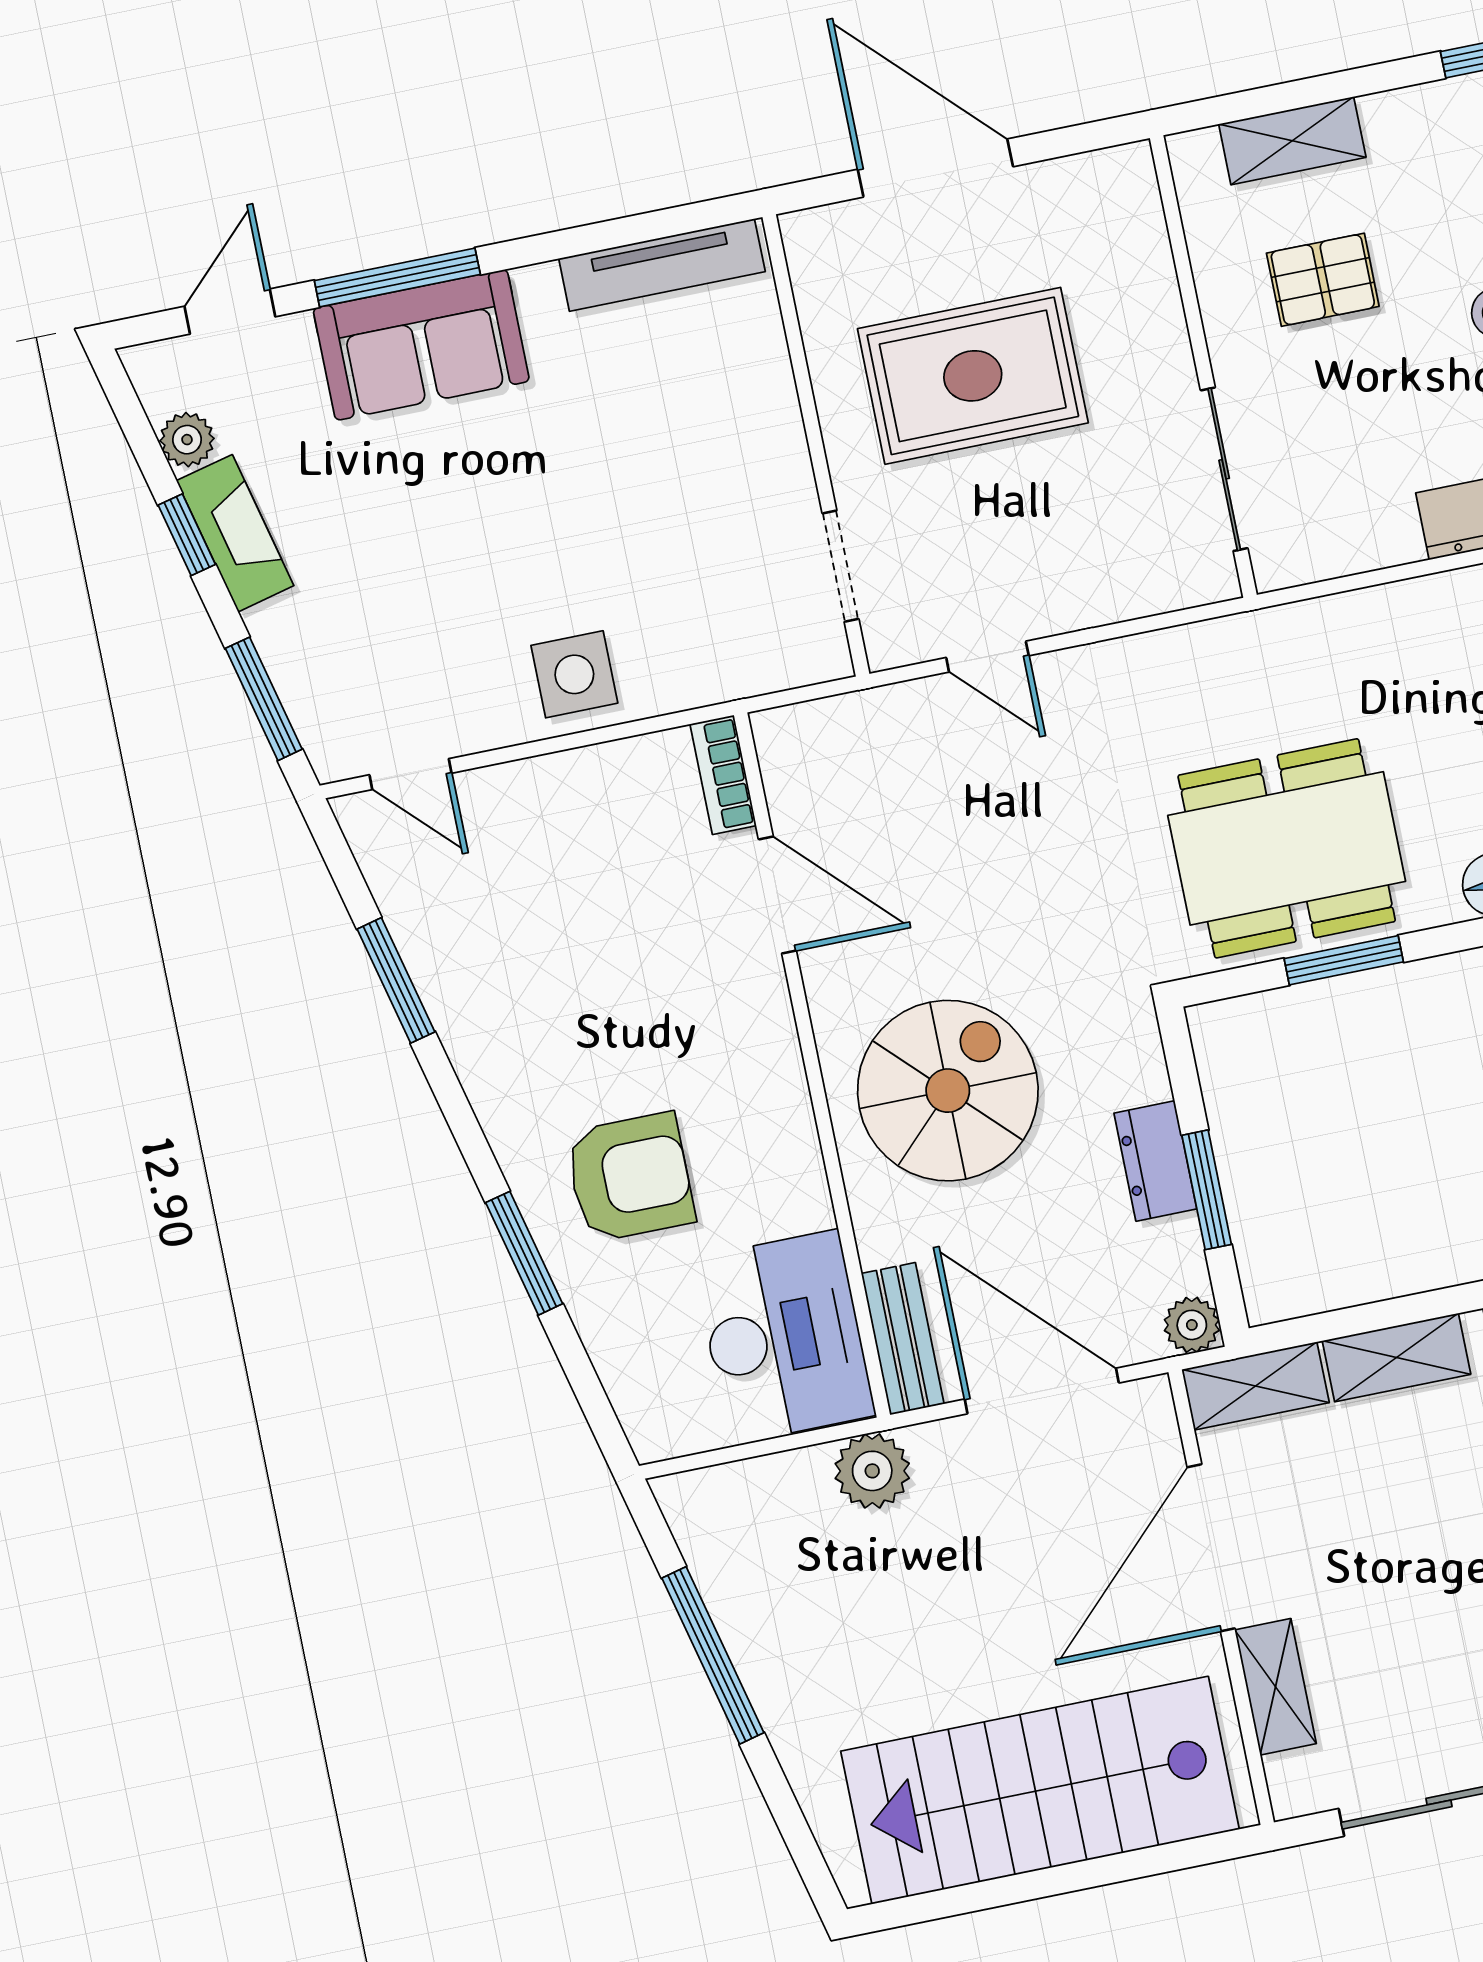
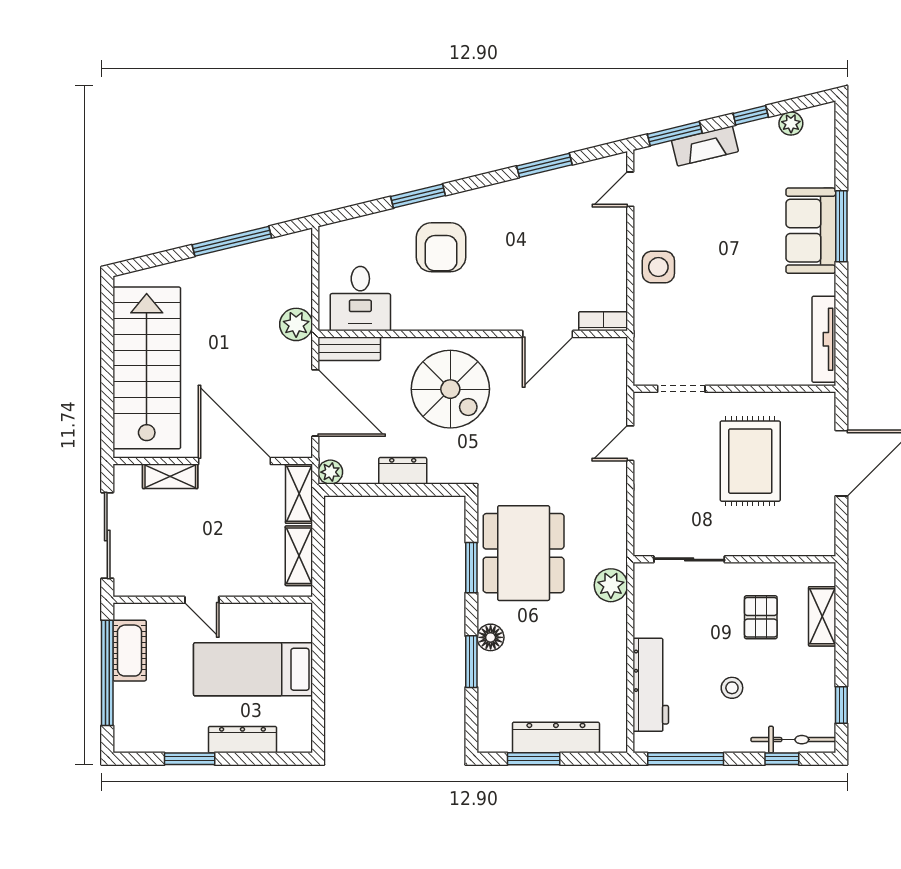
door: (230, 312) -> (841, 153), removed
fireplace: (235, 533) -> (705, 146), moved
plant: (1319, 635) -> (611, 585), added
window: (1207, 1190) -> (386, 490), removed
desk: (784, 1337) -> (360, 299), width x0.73
door: (1042, 1391) -> (315, 403), hinge flipped

